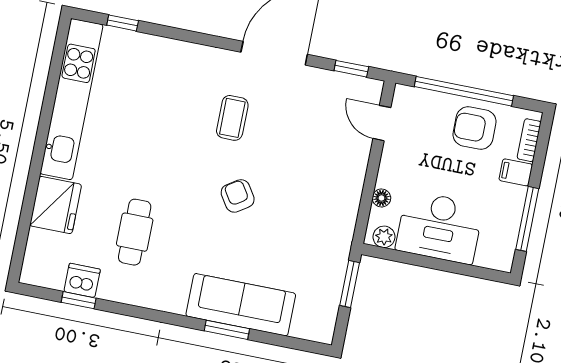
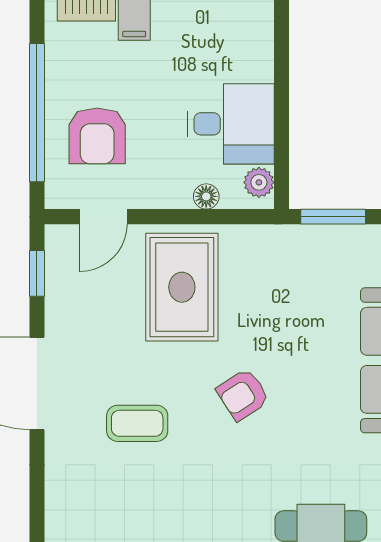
armchair: (474, 128) -> (97, 136), moved
rug: (321, 168) -> (182, 287), added
desk: (439, 227) -> (231, 124), width x0.73

